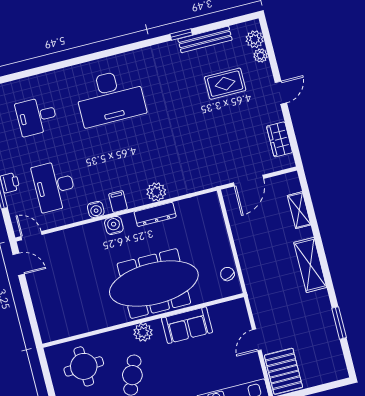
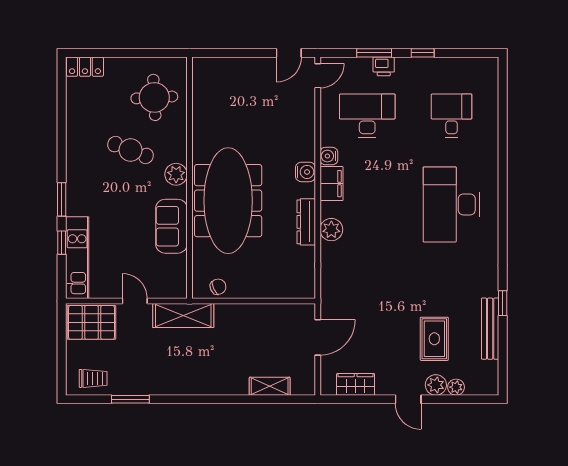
plant: (255, 39) -> (436, 385), moved
door: (248, 181) -> (318, 337), swing flipped
filing cabinet: (118, 201) -> (331, 184), width x2.00
shelving: (310, 265) -> (183, 316), moved
trolley: (330, 358) -> (93, 378), added

